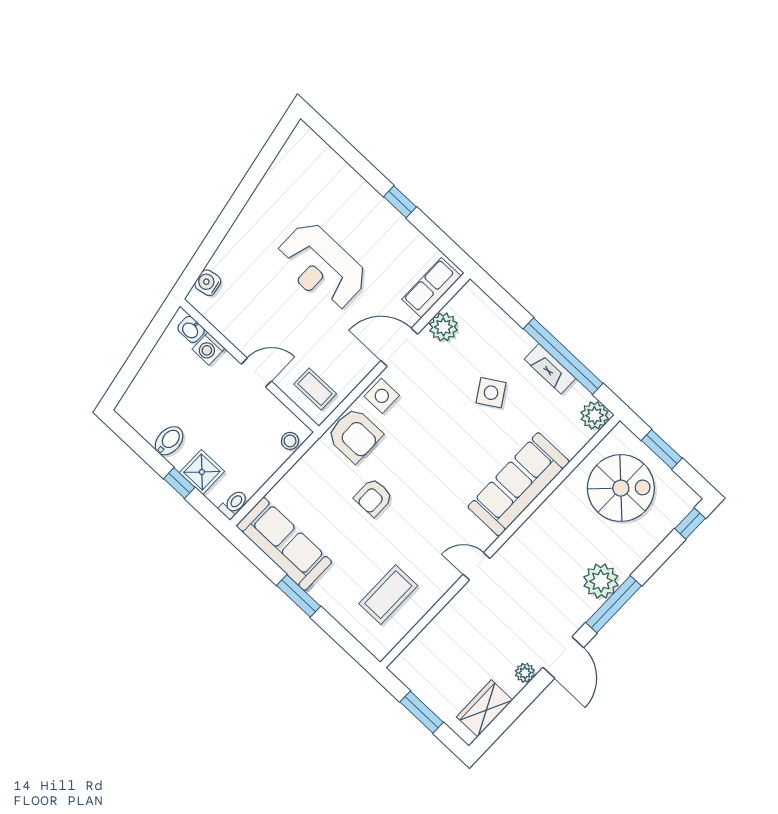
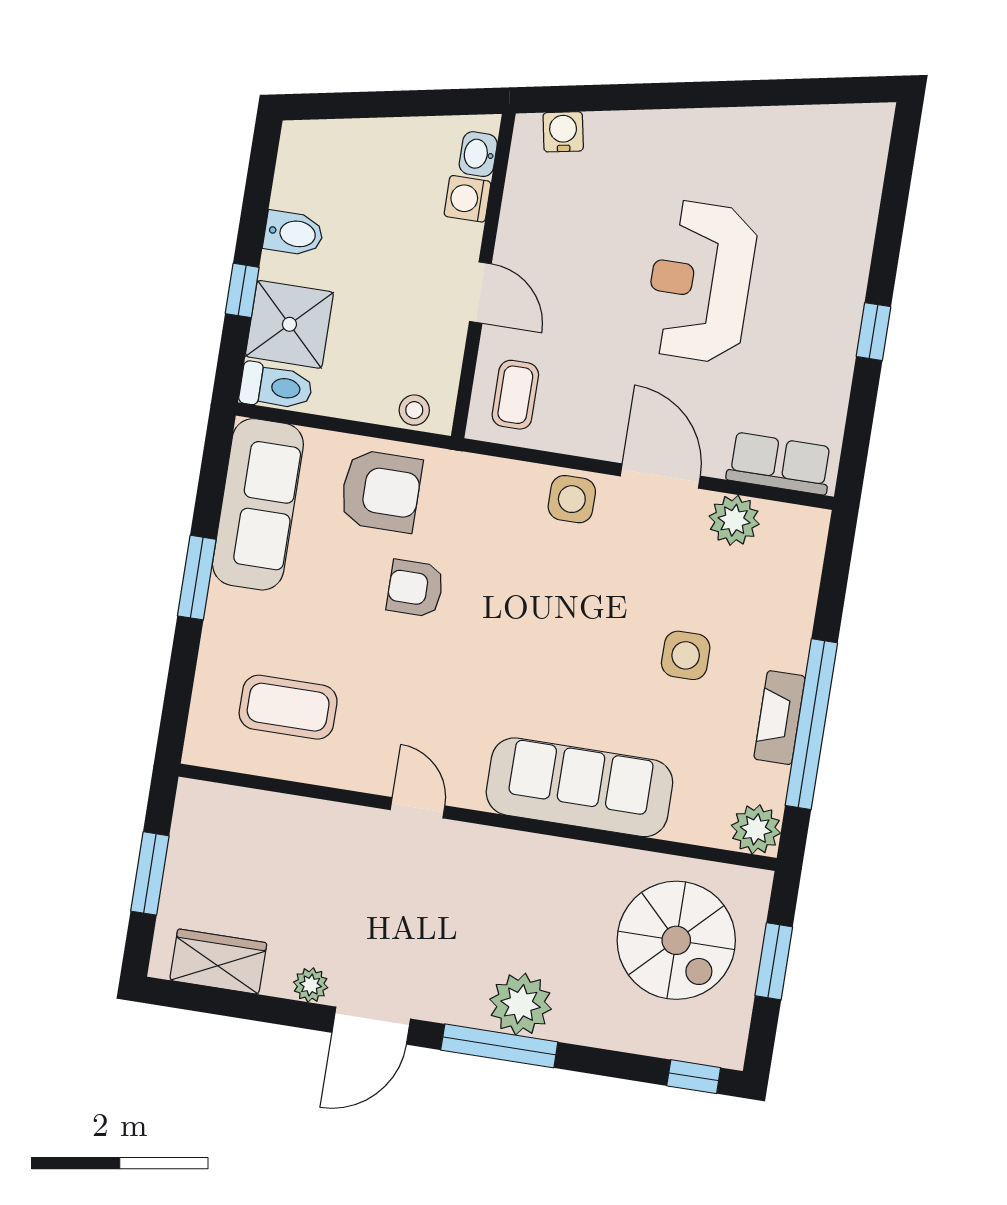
side table: (491, 393) -> (686, 655), turned 32
armchair: (355, 435) -> (381, 491), moved, turned -90
shower: (202, 472) -> (289, 324), width x1.36, depth x1.36
toilet: (234, 504) -> (276, 387), width x1.37, depth x1.39

